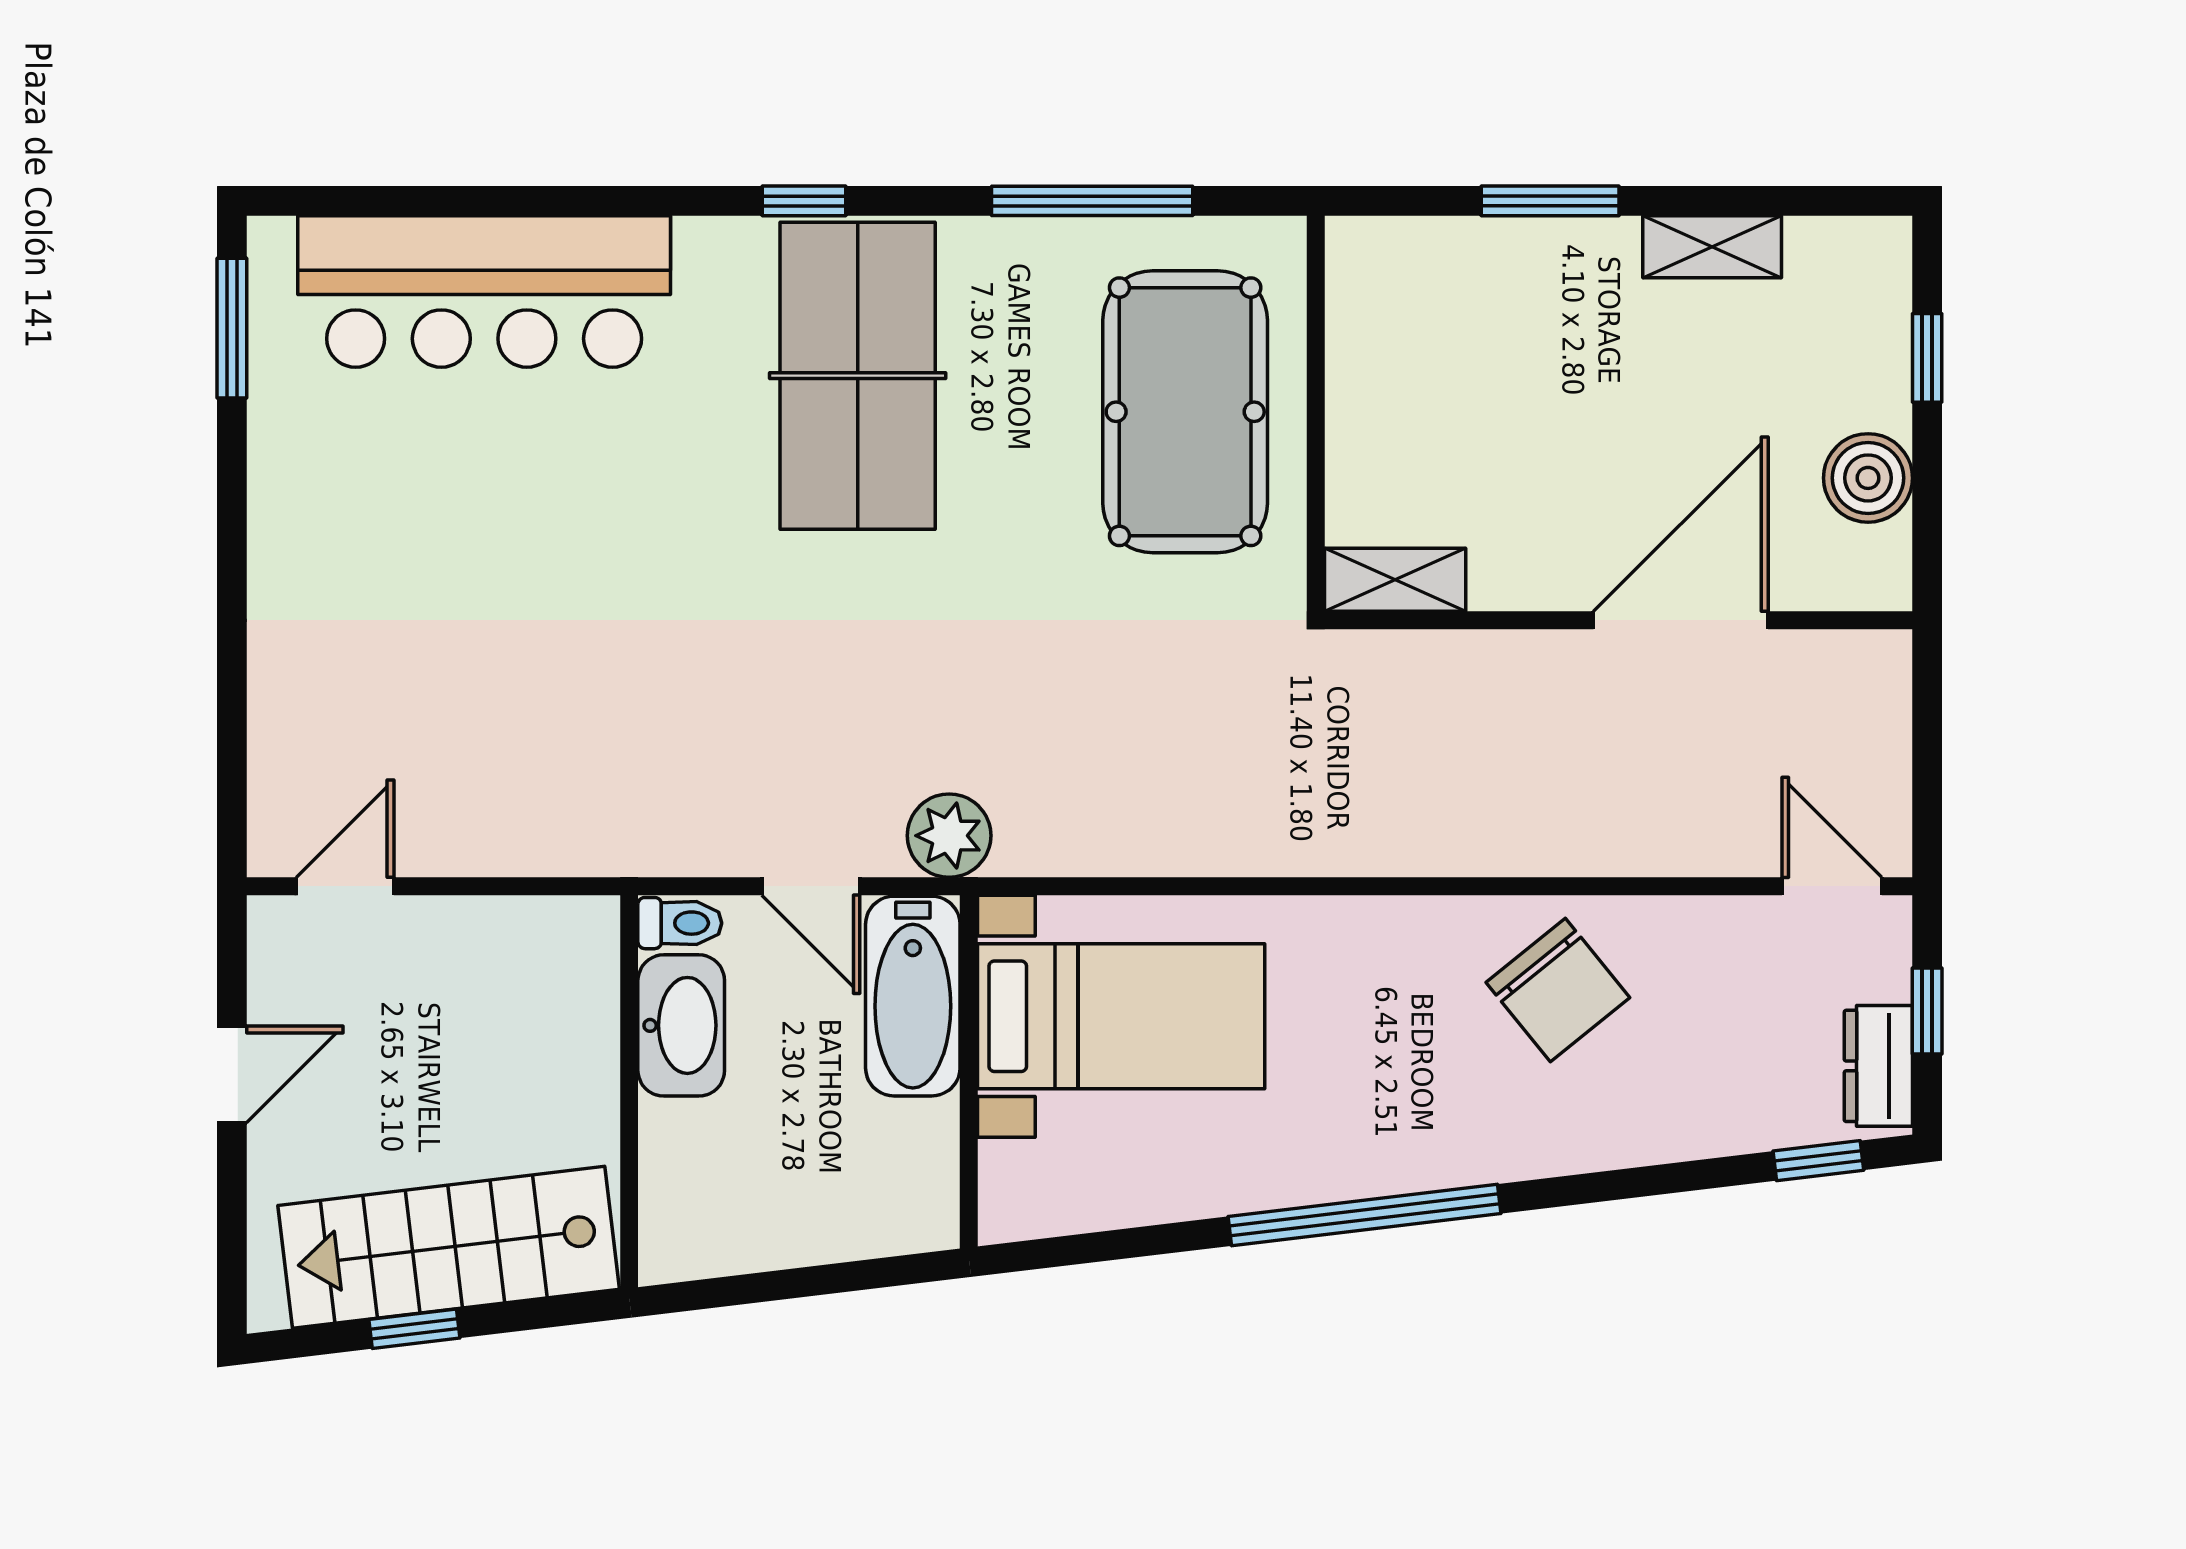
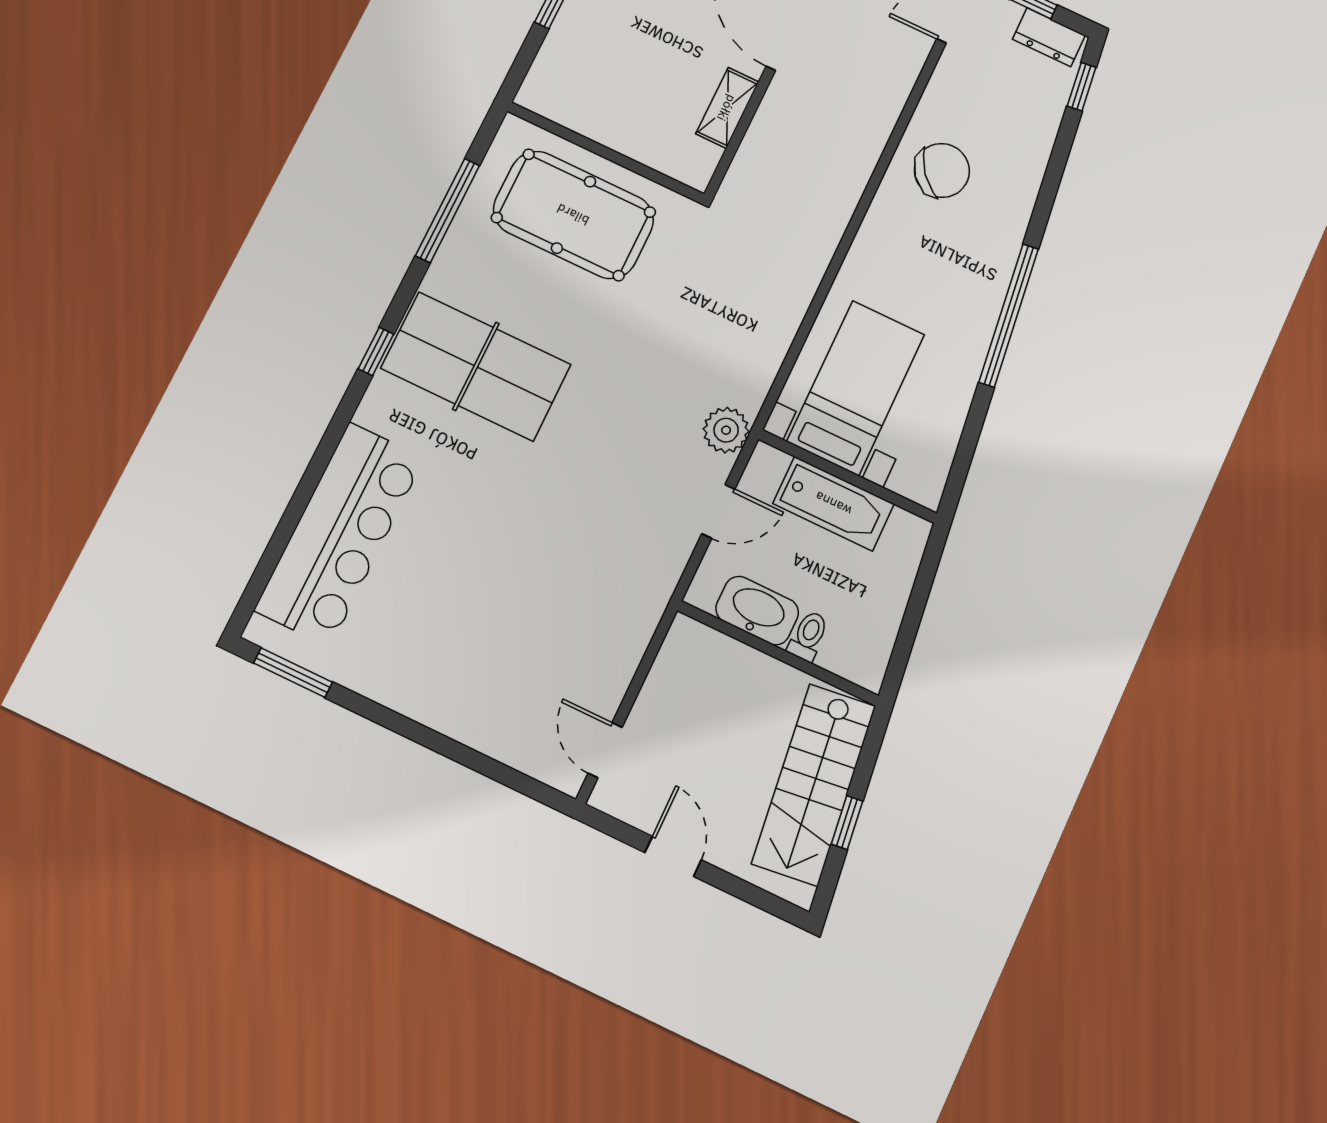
shelving: (1395, 580) -> (727, 108), moved
toilet: (680, 923) -> (808, 636), moved
bathtub: (913, 996) -> (833, 504), moved

